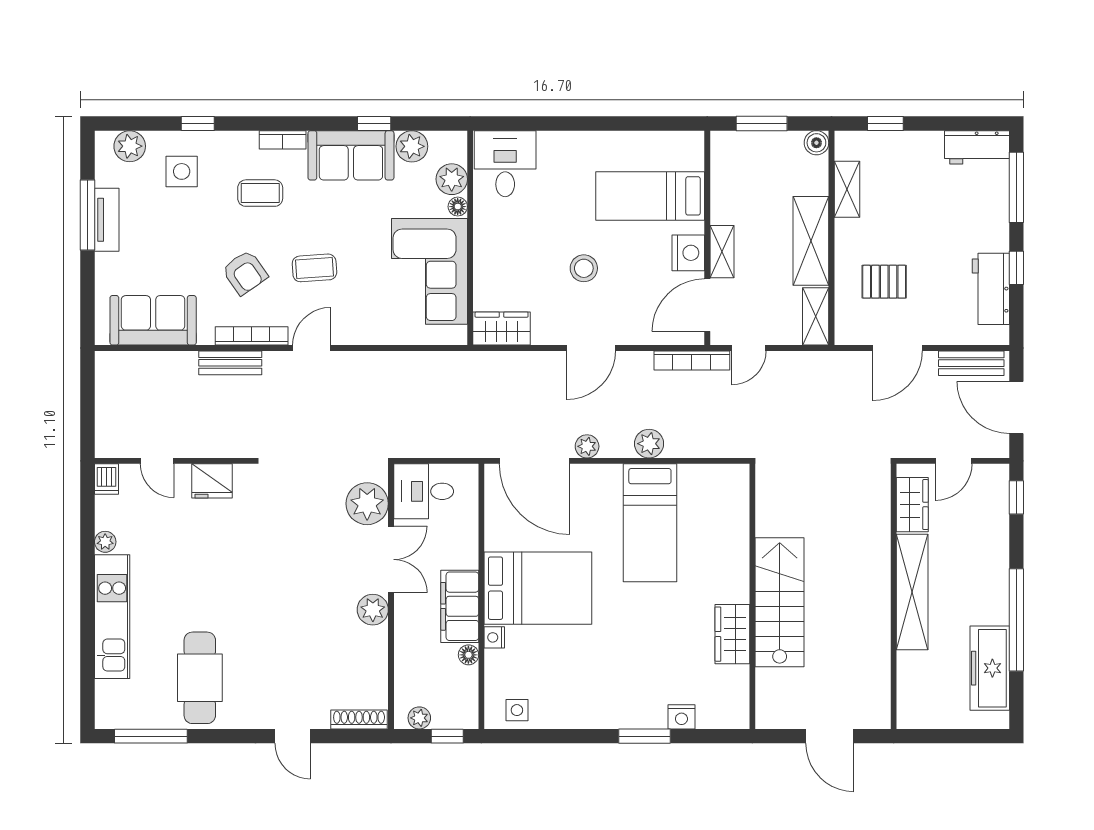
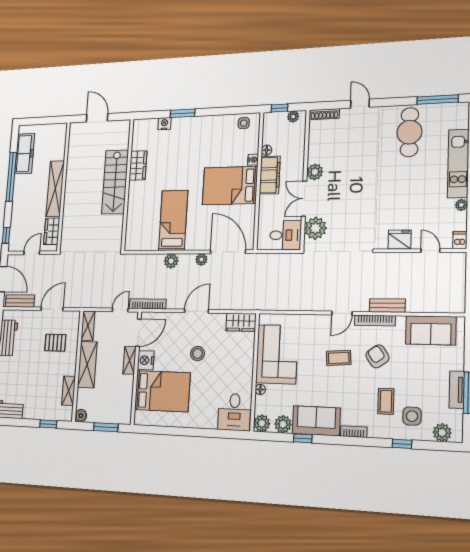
plant: (452, 179) -> (262, 423), moved
coffee table: (260, 193) -> (386, 401), moved, turned 90
bed: (650, 196) -> (162, 391), width x1.50

